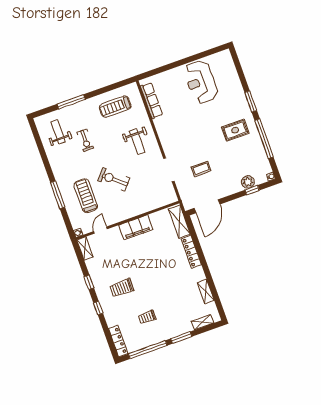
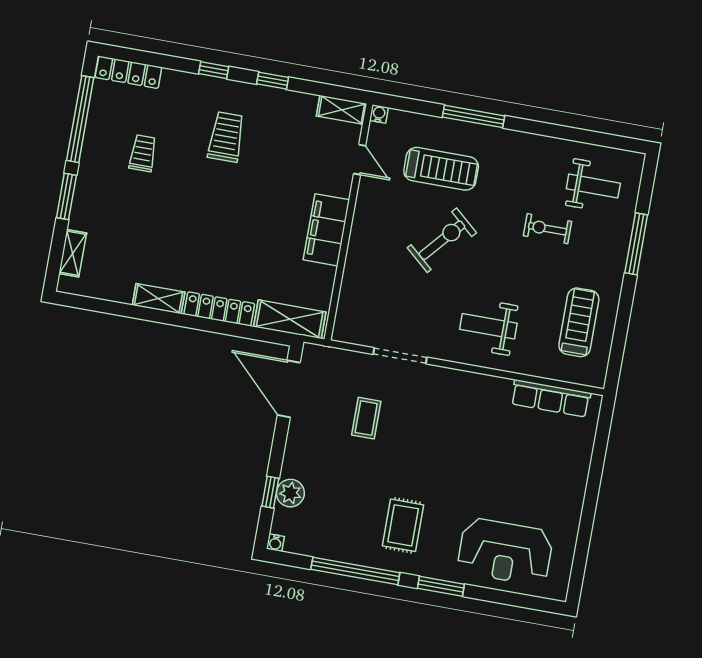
reception desk: (201, 82) -> (505, 552), moved, turned 180
shelving: (206, 291) -> (159, 299), moved

